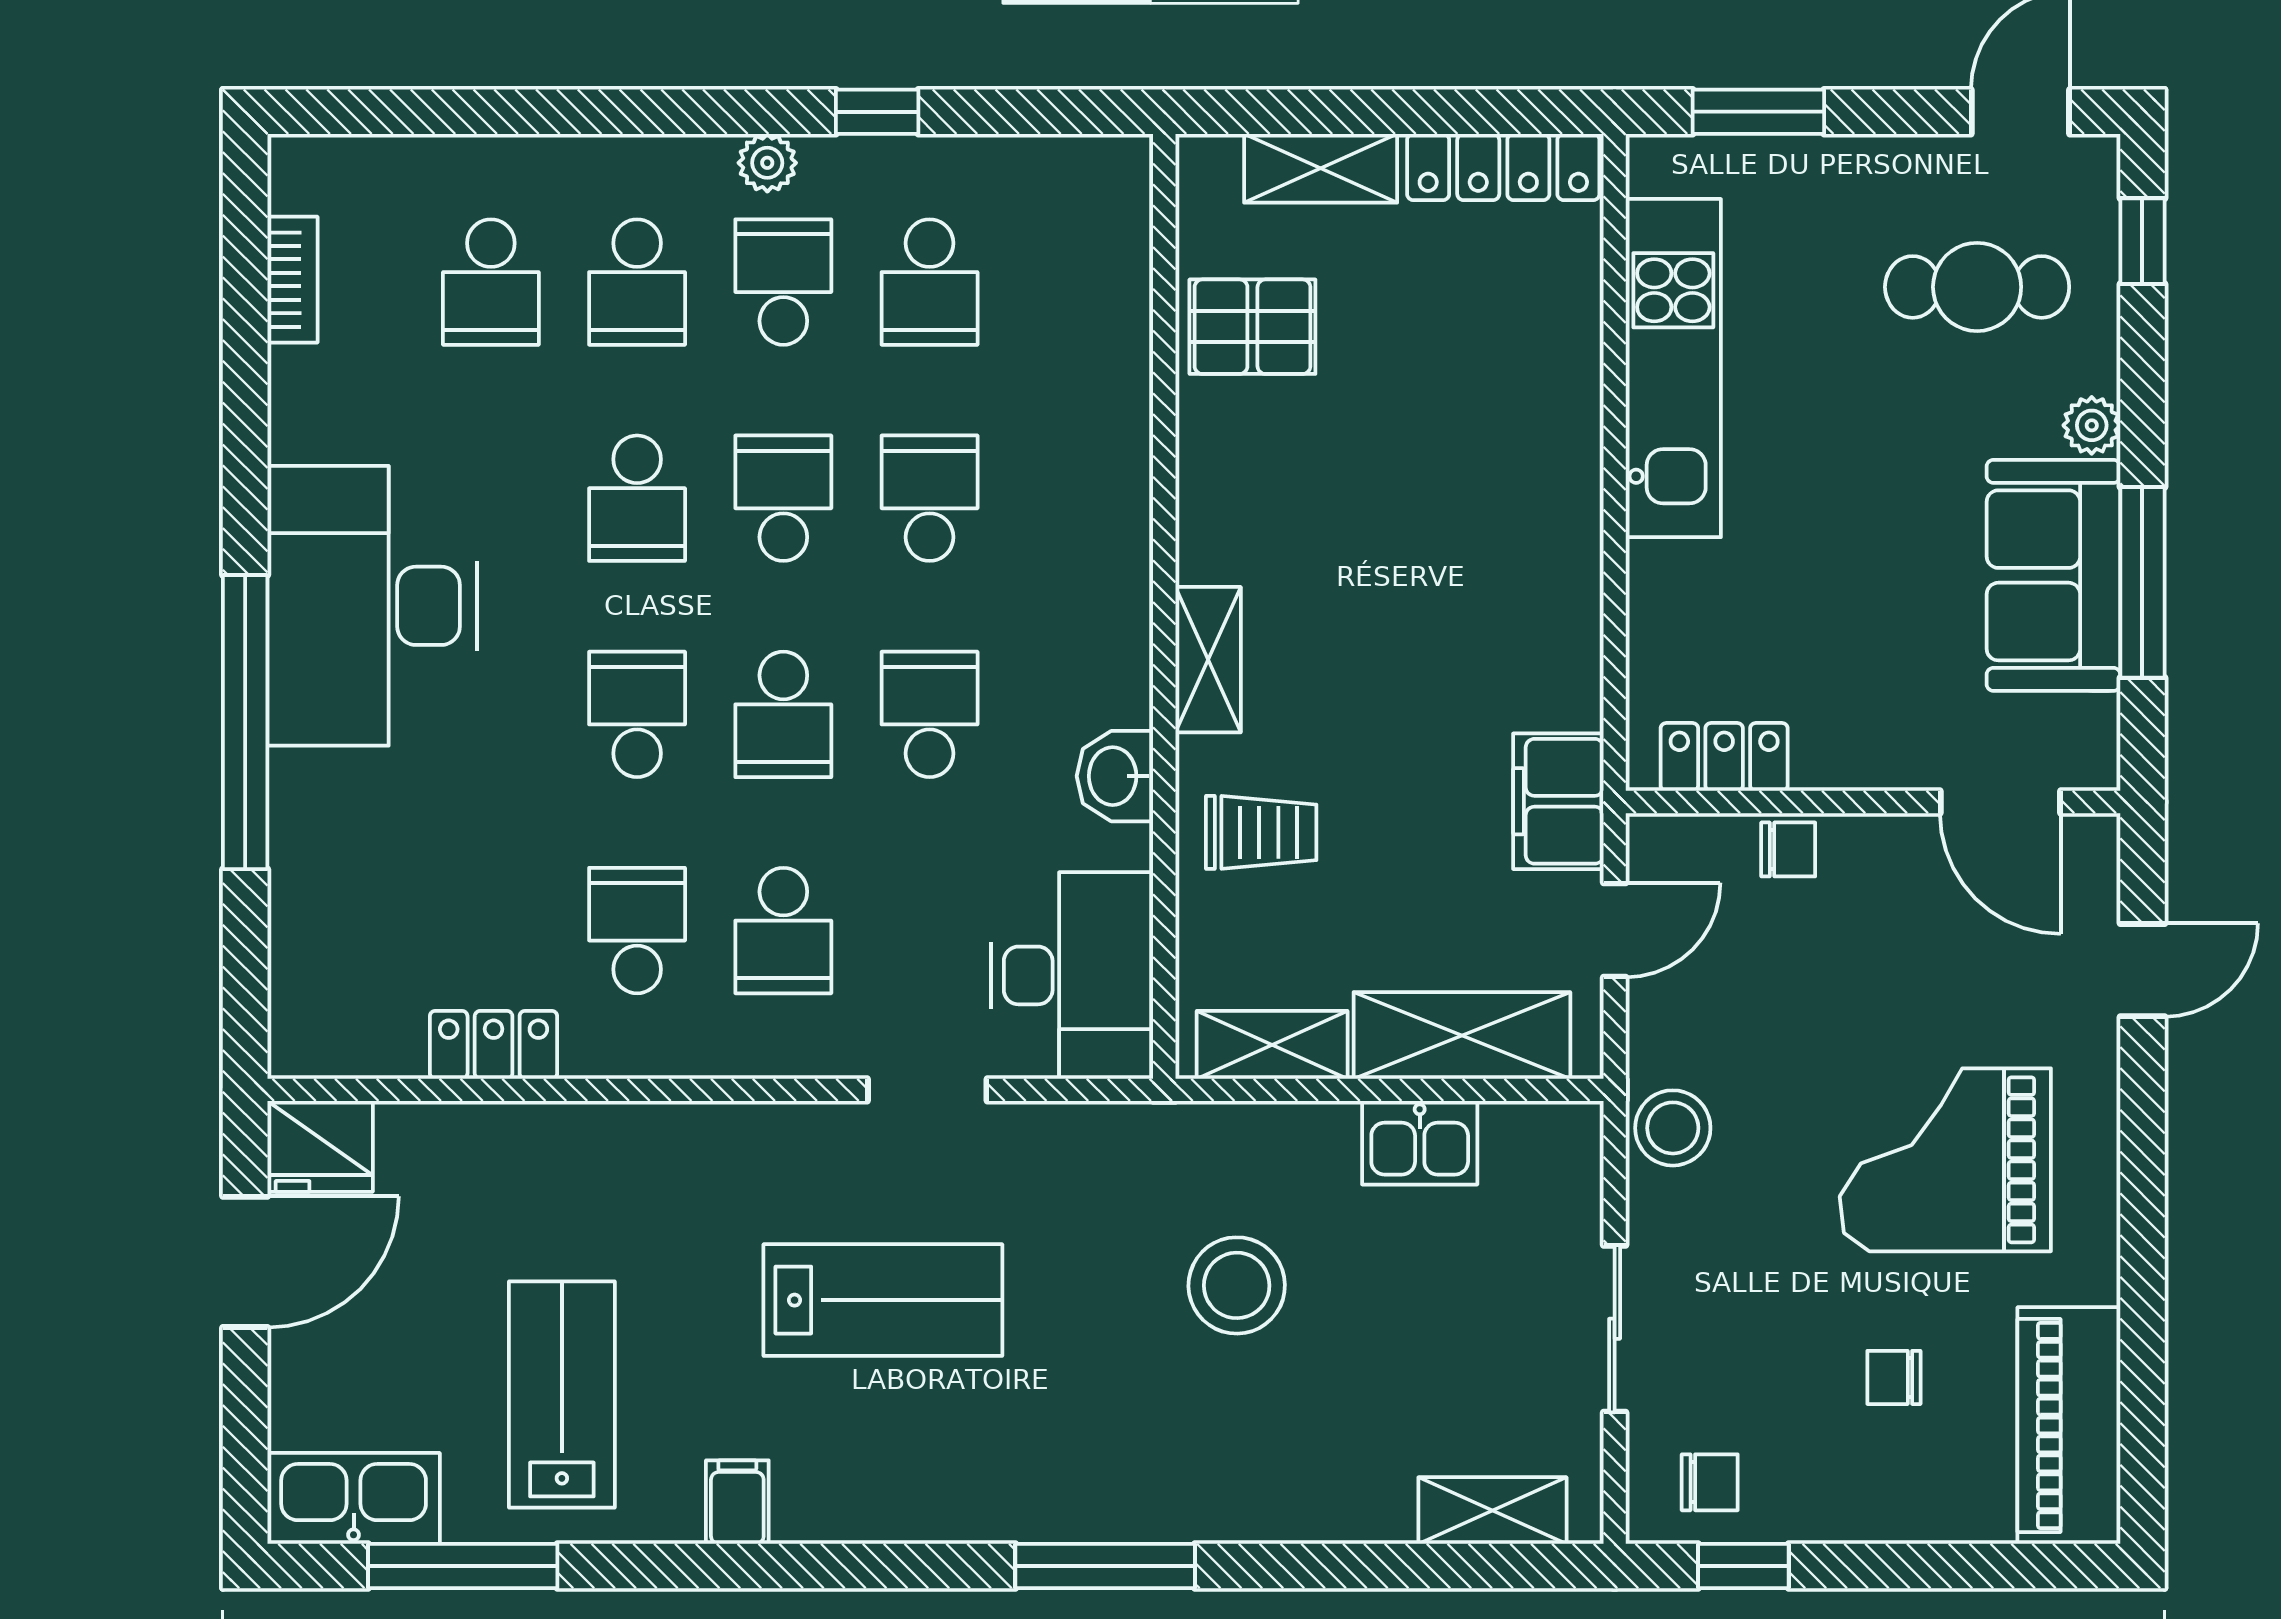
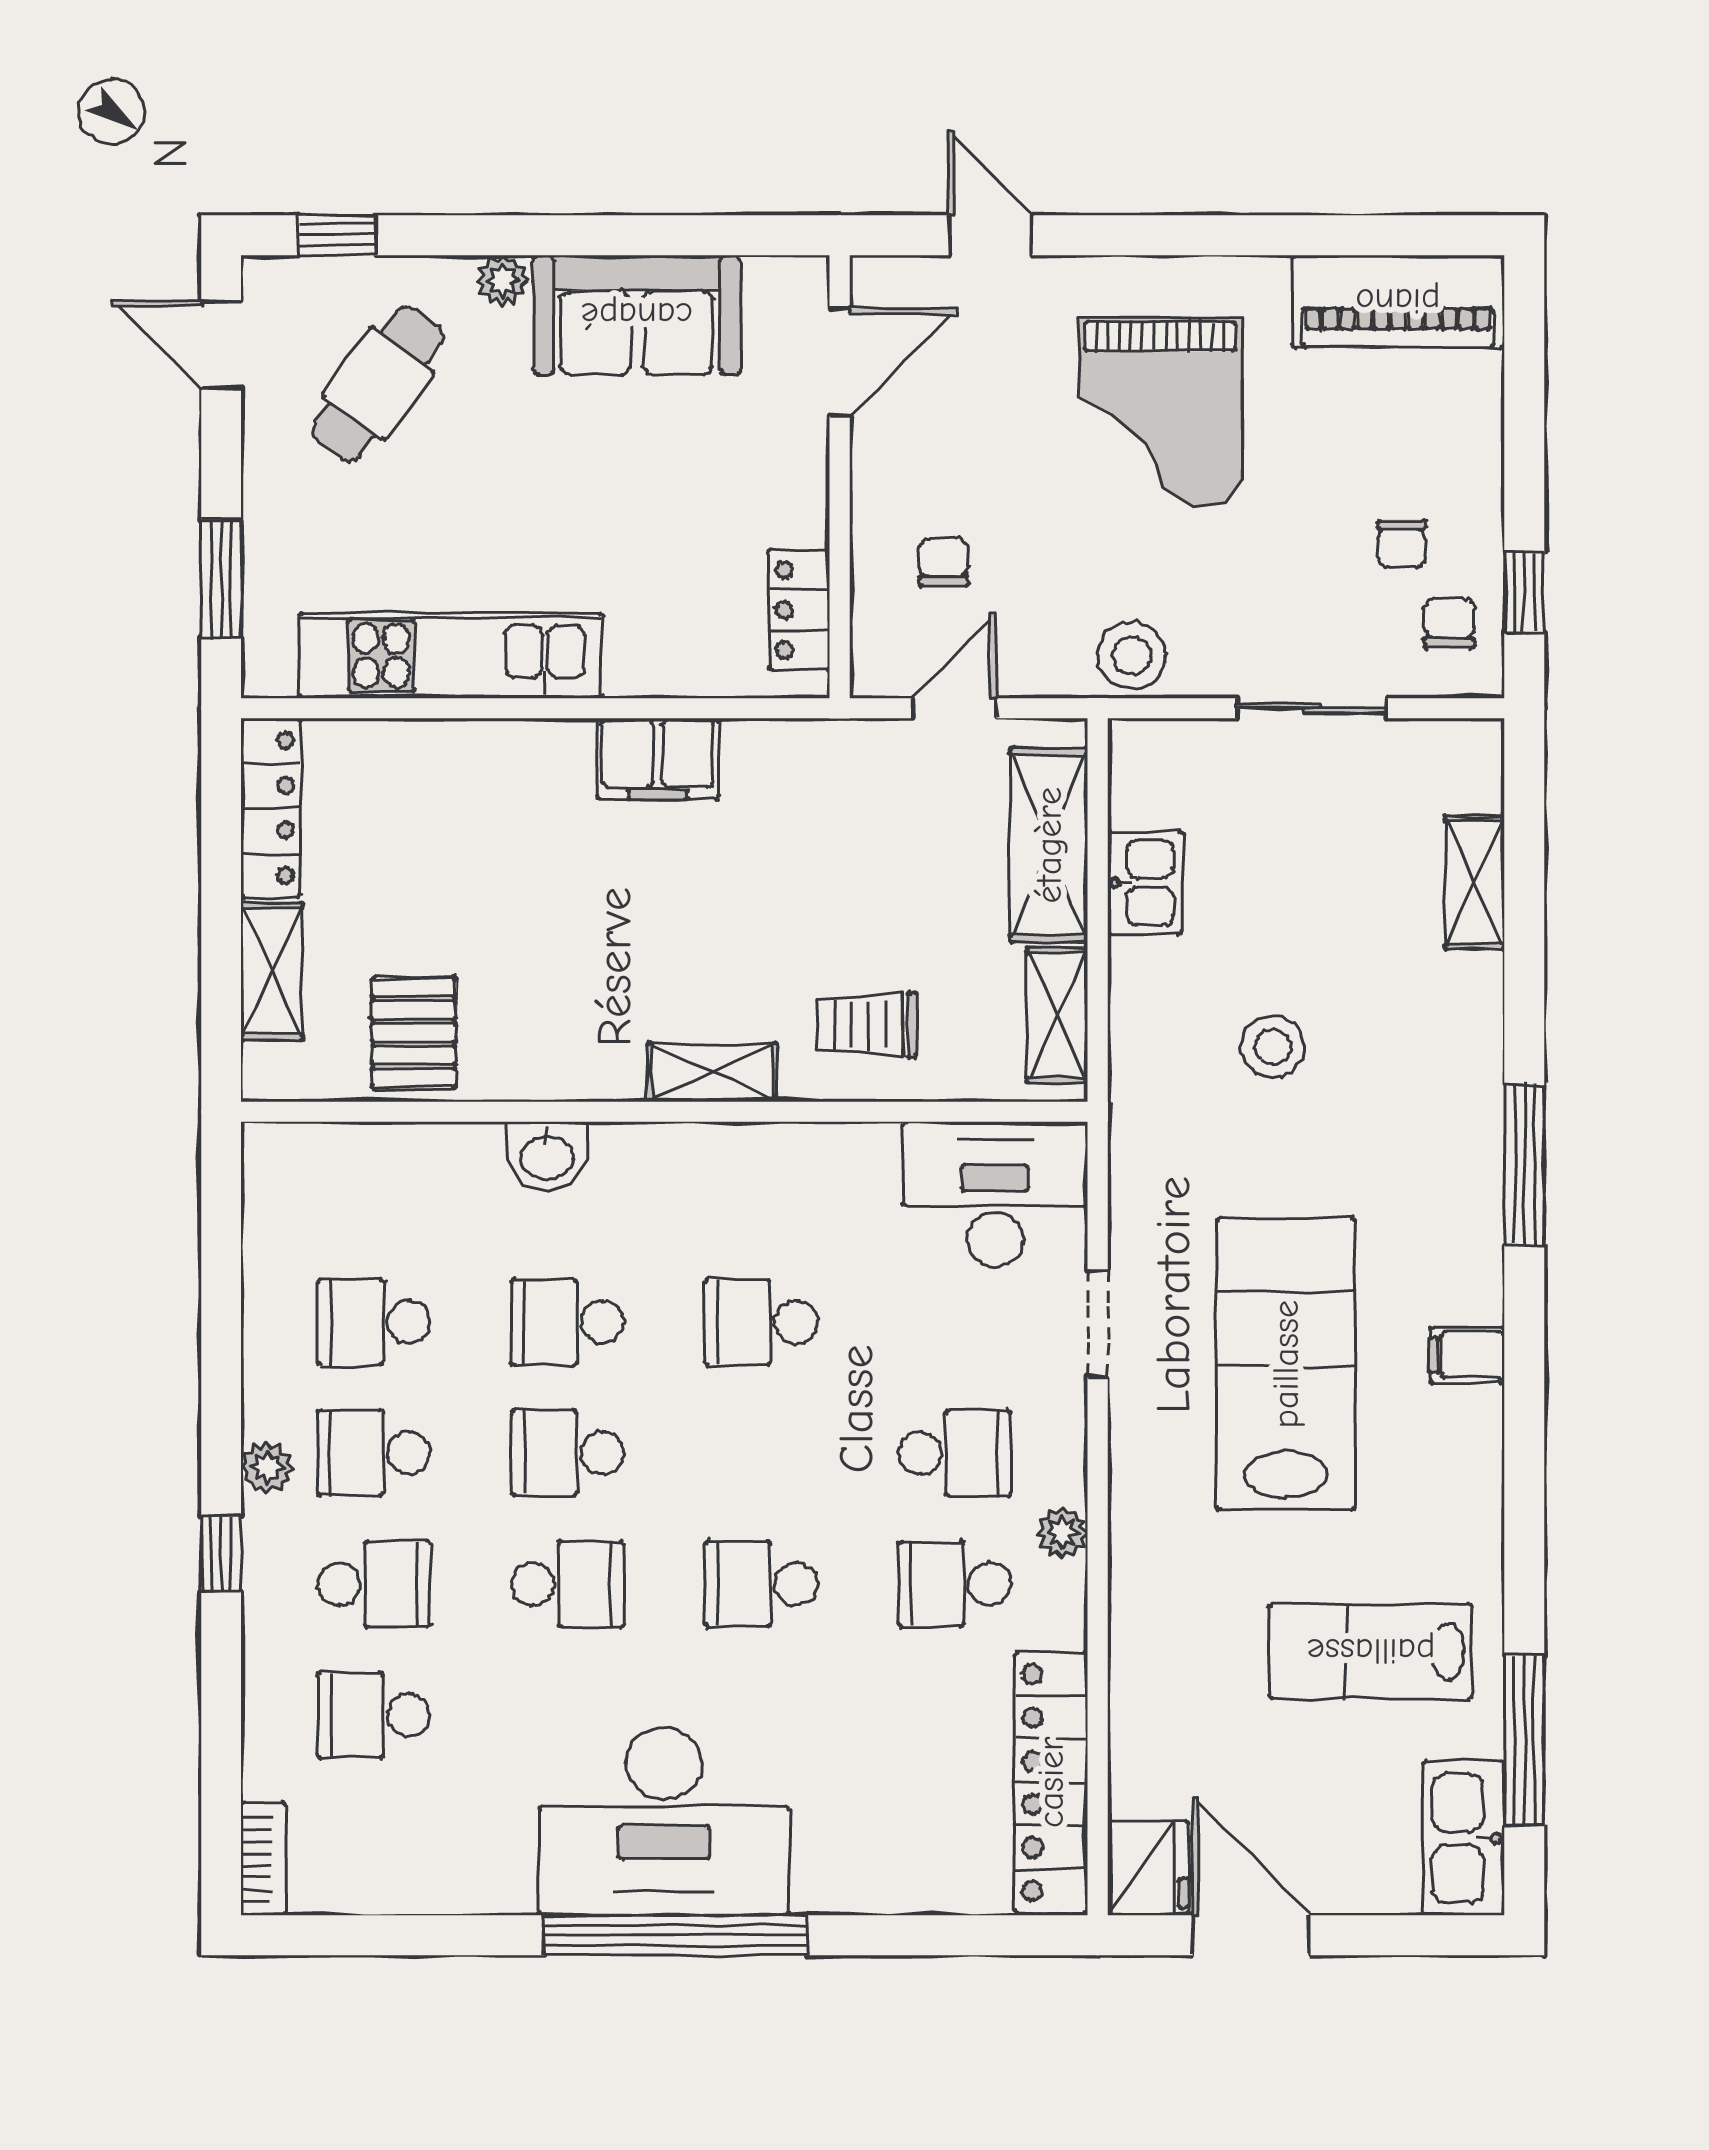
window: (877, 112) -> (221, 1554), moved
bookcase: (292, 280) -> (264, 1859), moved, turned 90
school desk: (491, 282) -> (374, 1715), turned 180
school desk: (930, 282) -> (374, 1322), turned 180
cafe table: (1977, 287) -> (378, 383), turned 36
window: (2142, 582) -> (643, 235), removed
school desk: (783, 714) -> (761, 1453), removed
window: (245, 722) -> (675, 1935), moved
washbasin: (1115, 776) -> (547, 1156), moved
filing cabinet: (1558, 801) -> (658, 759), moved
trolley: (1261, 832) -> (867, 1025), turned -90
chair: (1788, 849) -> (943, 562), moved
door: (1615, 930) -> (954, 708), hinge flipped
locker: (494, 1045) -> (1051, 1782), width x2.16, depth x1.21
plant: (694, 1050) -> (1062, 1533), added
stool: (1237, 1285) -> (1273, 1047), width x0.73, depth x0.73
lab bench: (883, 1300) -> (1286, 1364), width x1.36, depth x1.39
chair: (1894, 1377) -> (1402, 544), moved
filing cabinet: (737, 1502) -> (1467, 1355), moved
shelving: (1492, 1511) -> (1475, 882), moved

